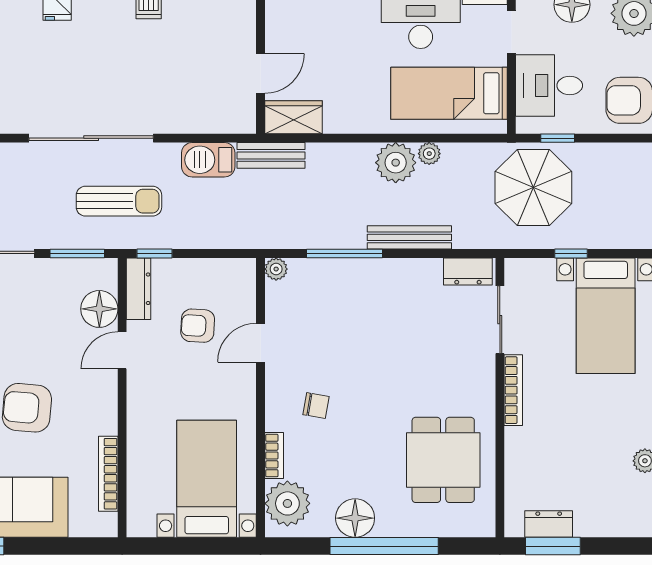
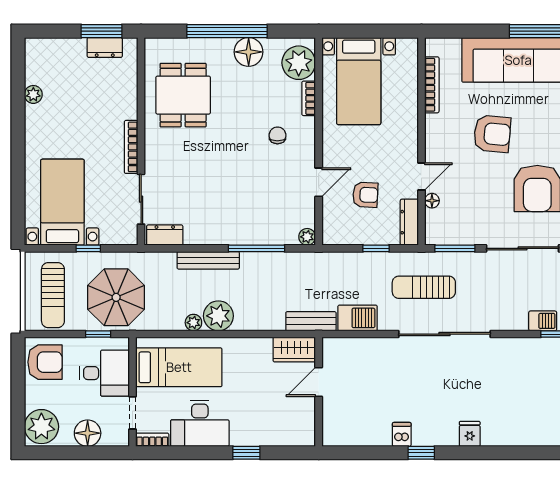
sun lounger: (619, 191) -> (53, 295), added
window: (154, 253) -> (376, 248), moved
floor lamp: (99, 309) -> (432, 201), width x0.53, depth x0.53
chair: (316, 406) -> (277, 135), turned 80

